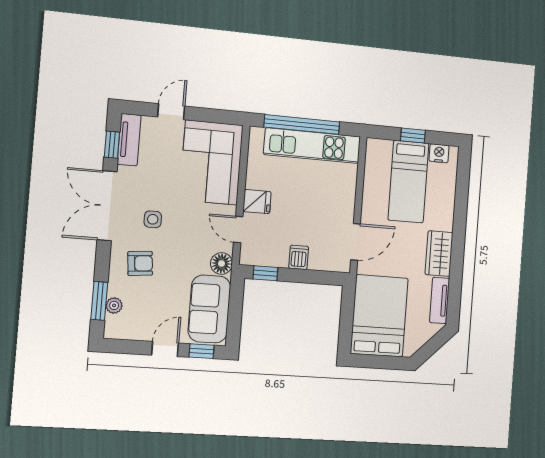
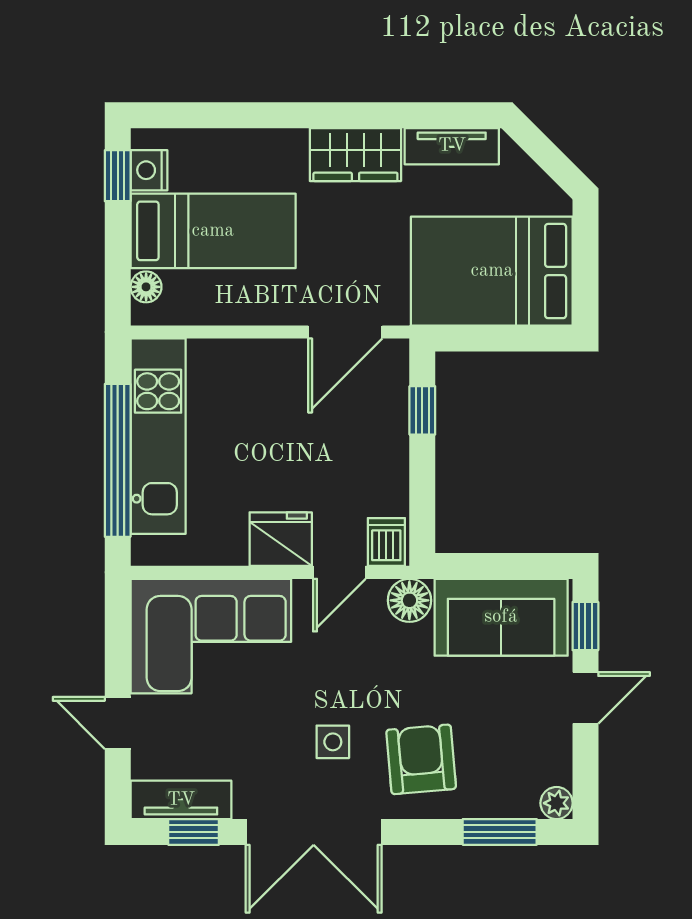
window: (413, 136) -> (118, 176), moved
floor lamp: (384, 147) -> (146, 287), added
fridge: (257, 202) -> (281, 539), width x1.38
door: (356, 242) -> (345, 332), swing flipped
dishwasher: (299, 257) -> (386, 542), moved, turned 90
armchair: (140, 263) -> (421, 759), width x1.38, depth x1.38
window: (265, 273) -> (422, 410), moved
plant: (114, 305) -> (557, 803), moved
door: (165, 349) -> (585, 698), swing flipped

